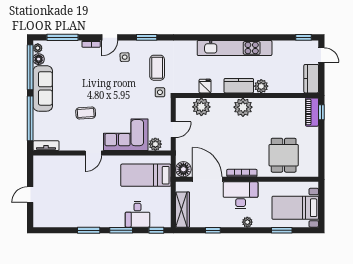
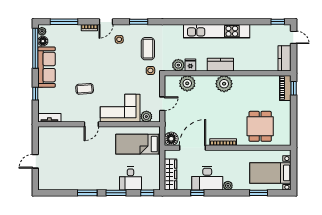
plant: (261, 86) -> (178, 65), moved
window: (30, 118) -> (35, 94), width x0.32
door: (207, 179) -> (192, 148), hinge flipped
desk: (241, 195) -> (207, 178), moved, turned 180

